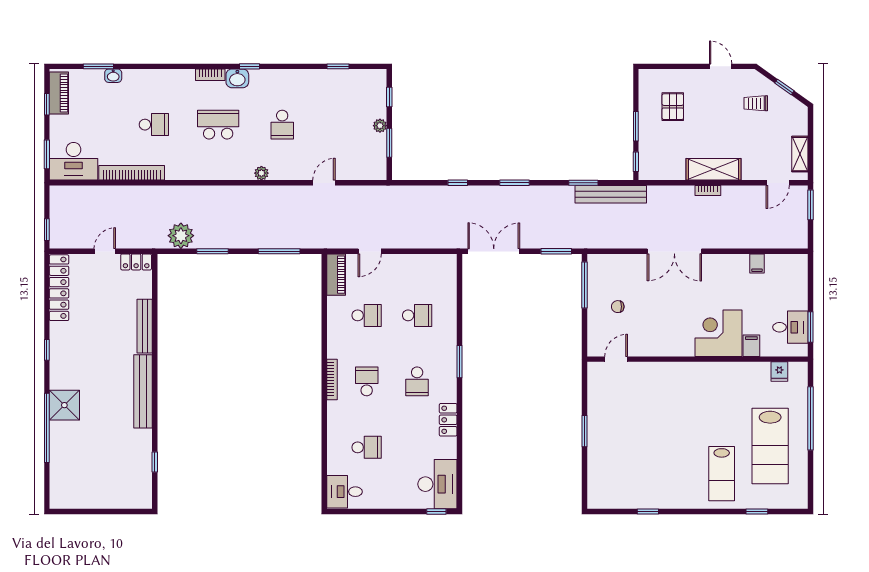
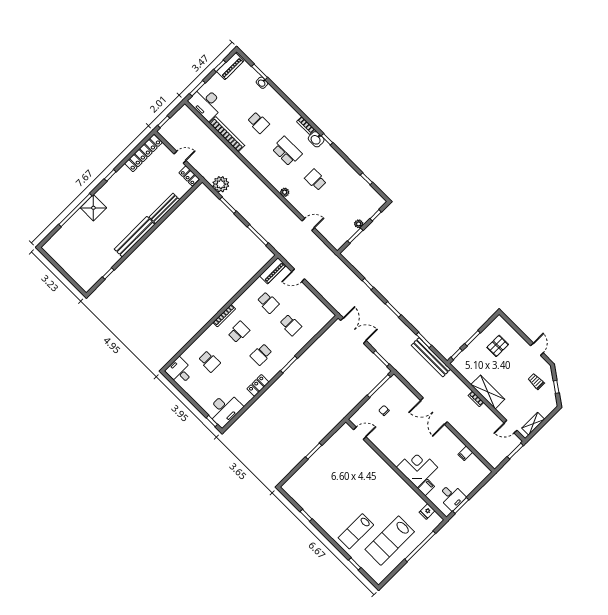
school desk: (282, 125) -> (316, 180), turned 90

